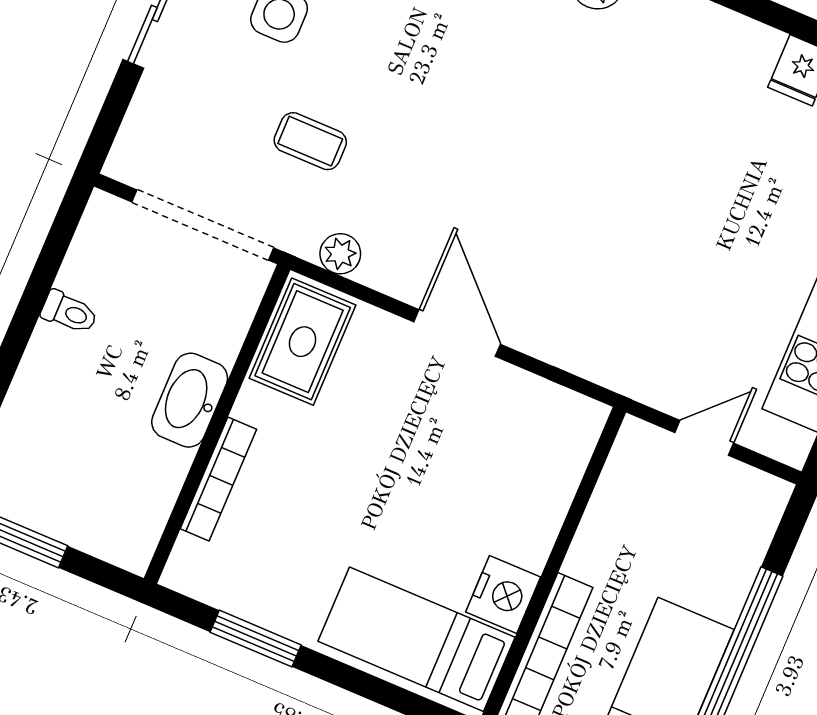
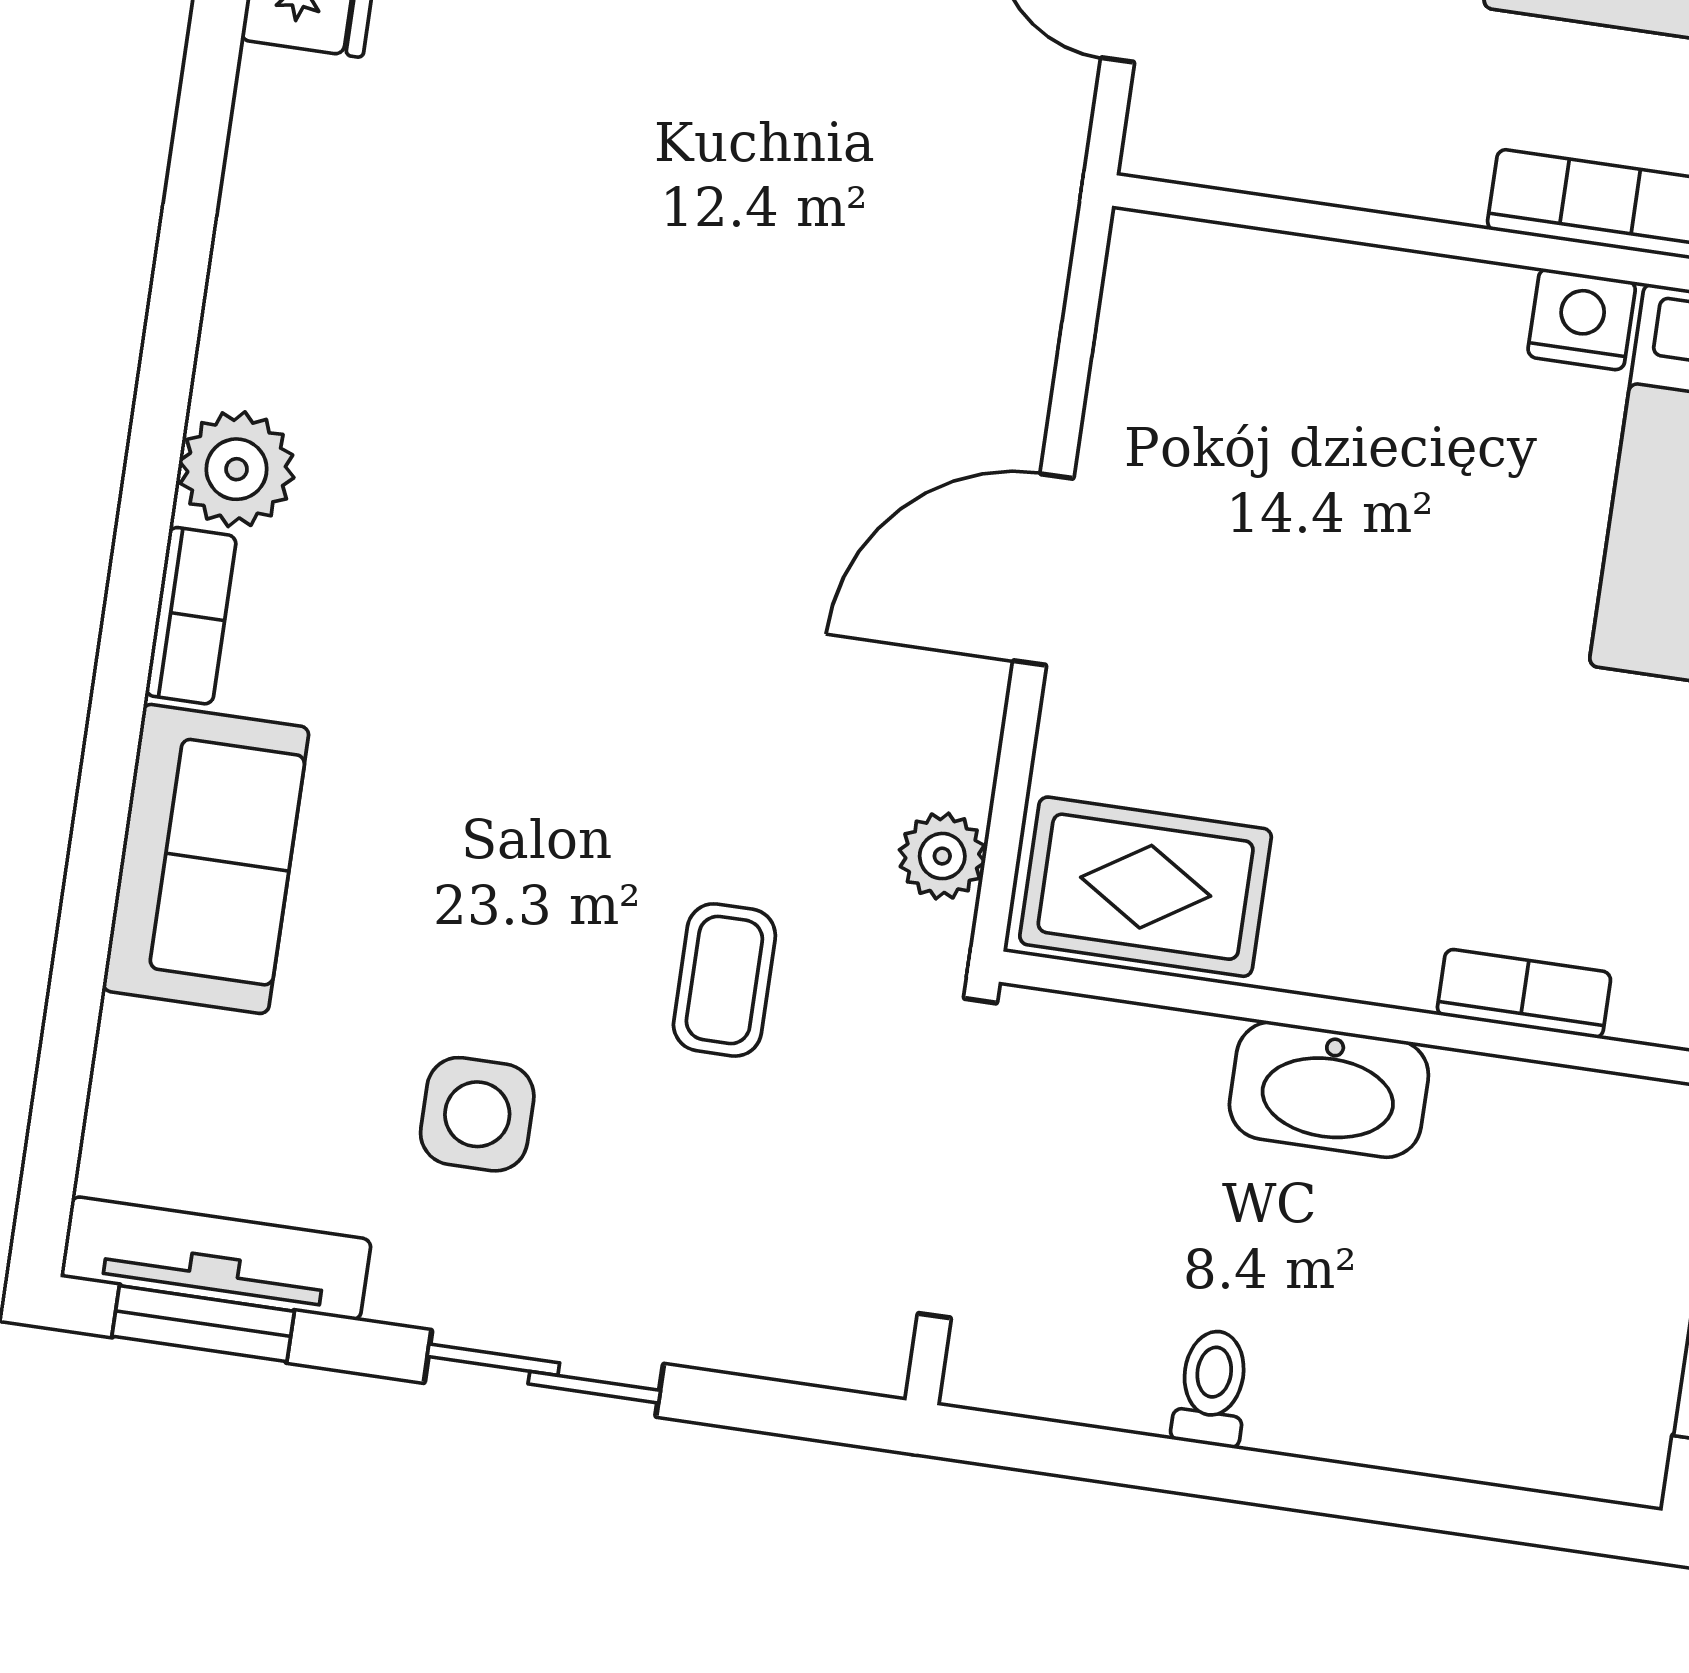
bookcase: (218, 479) -> (1524, 994), width x0.64
nightstand: (503, 594) -> (1582, 319), width x0.74, depth x0.75

